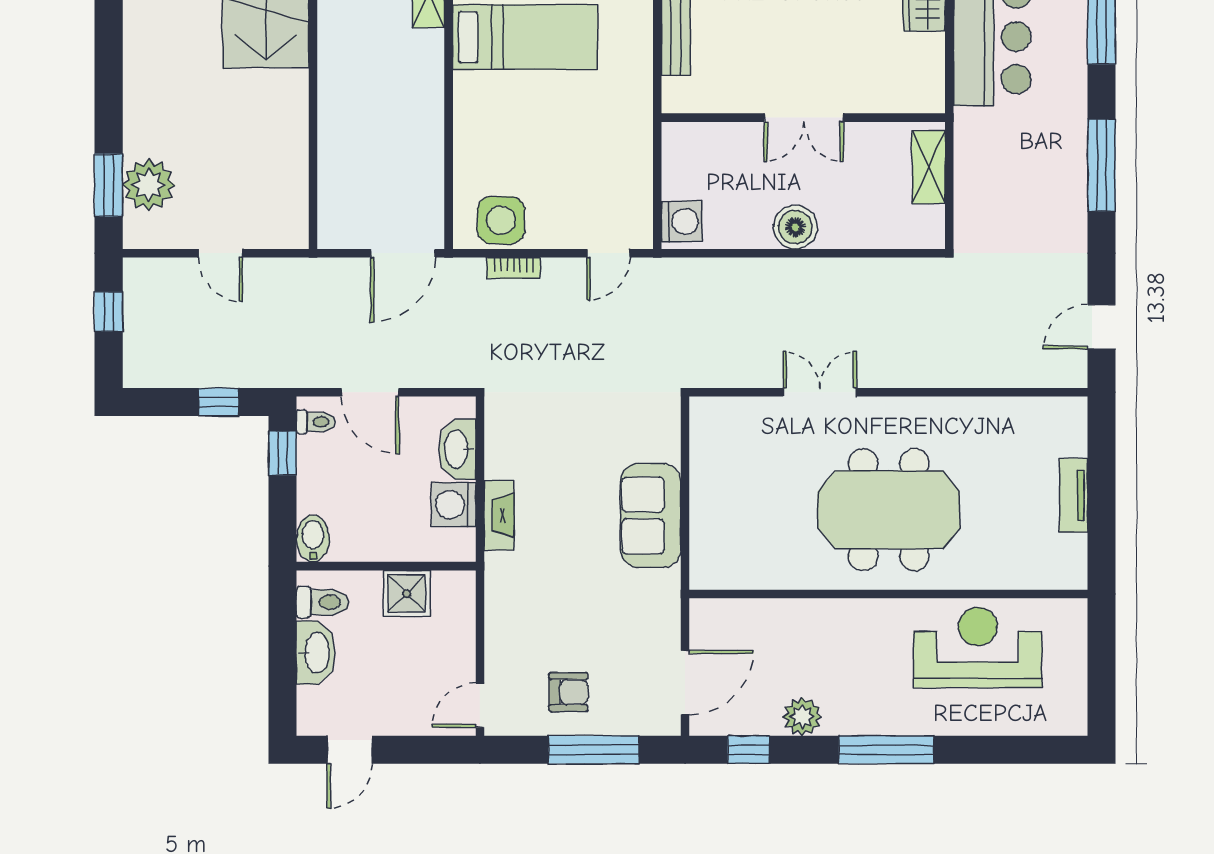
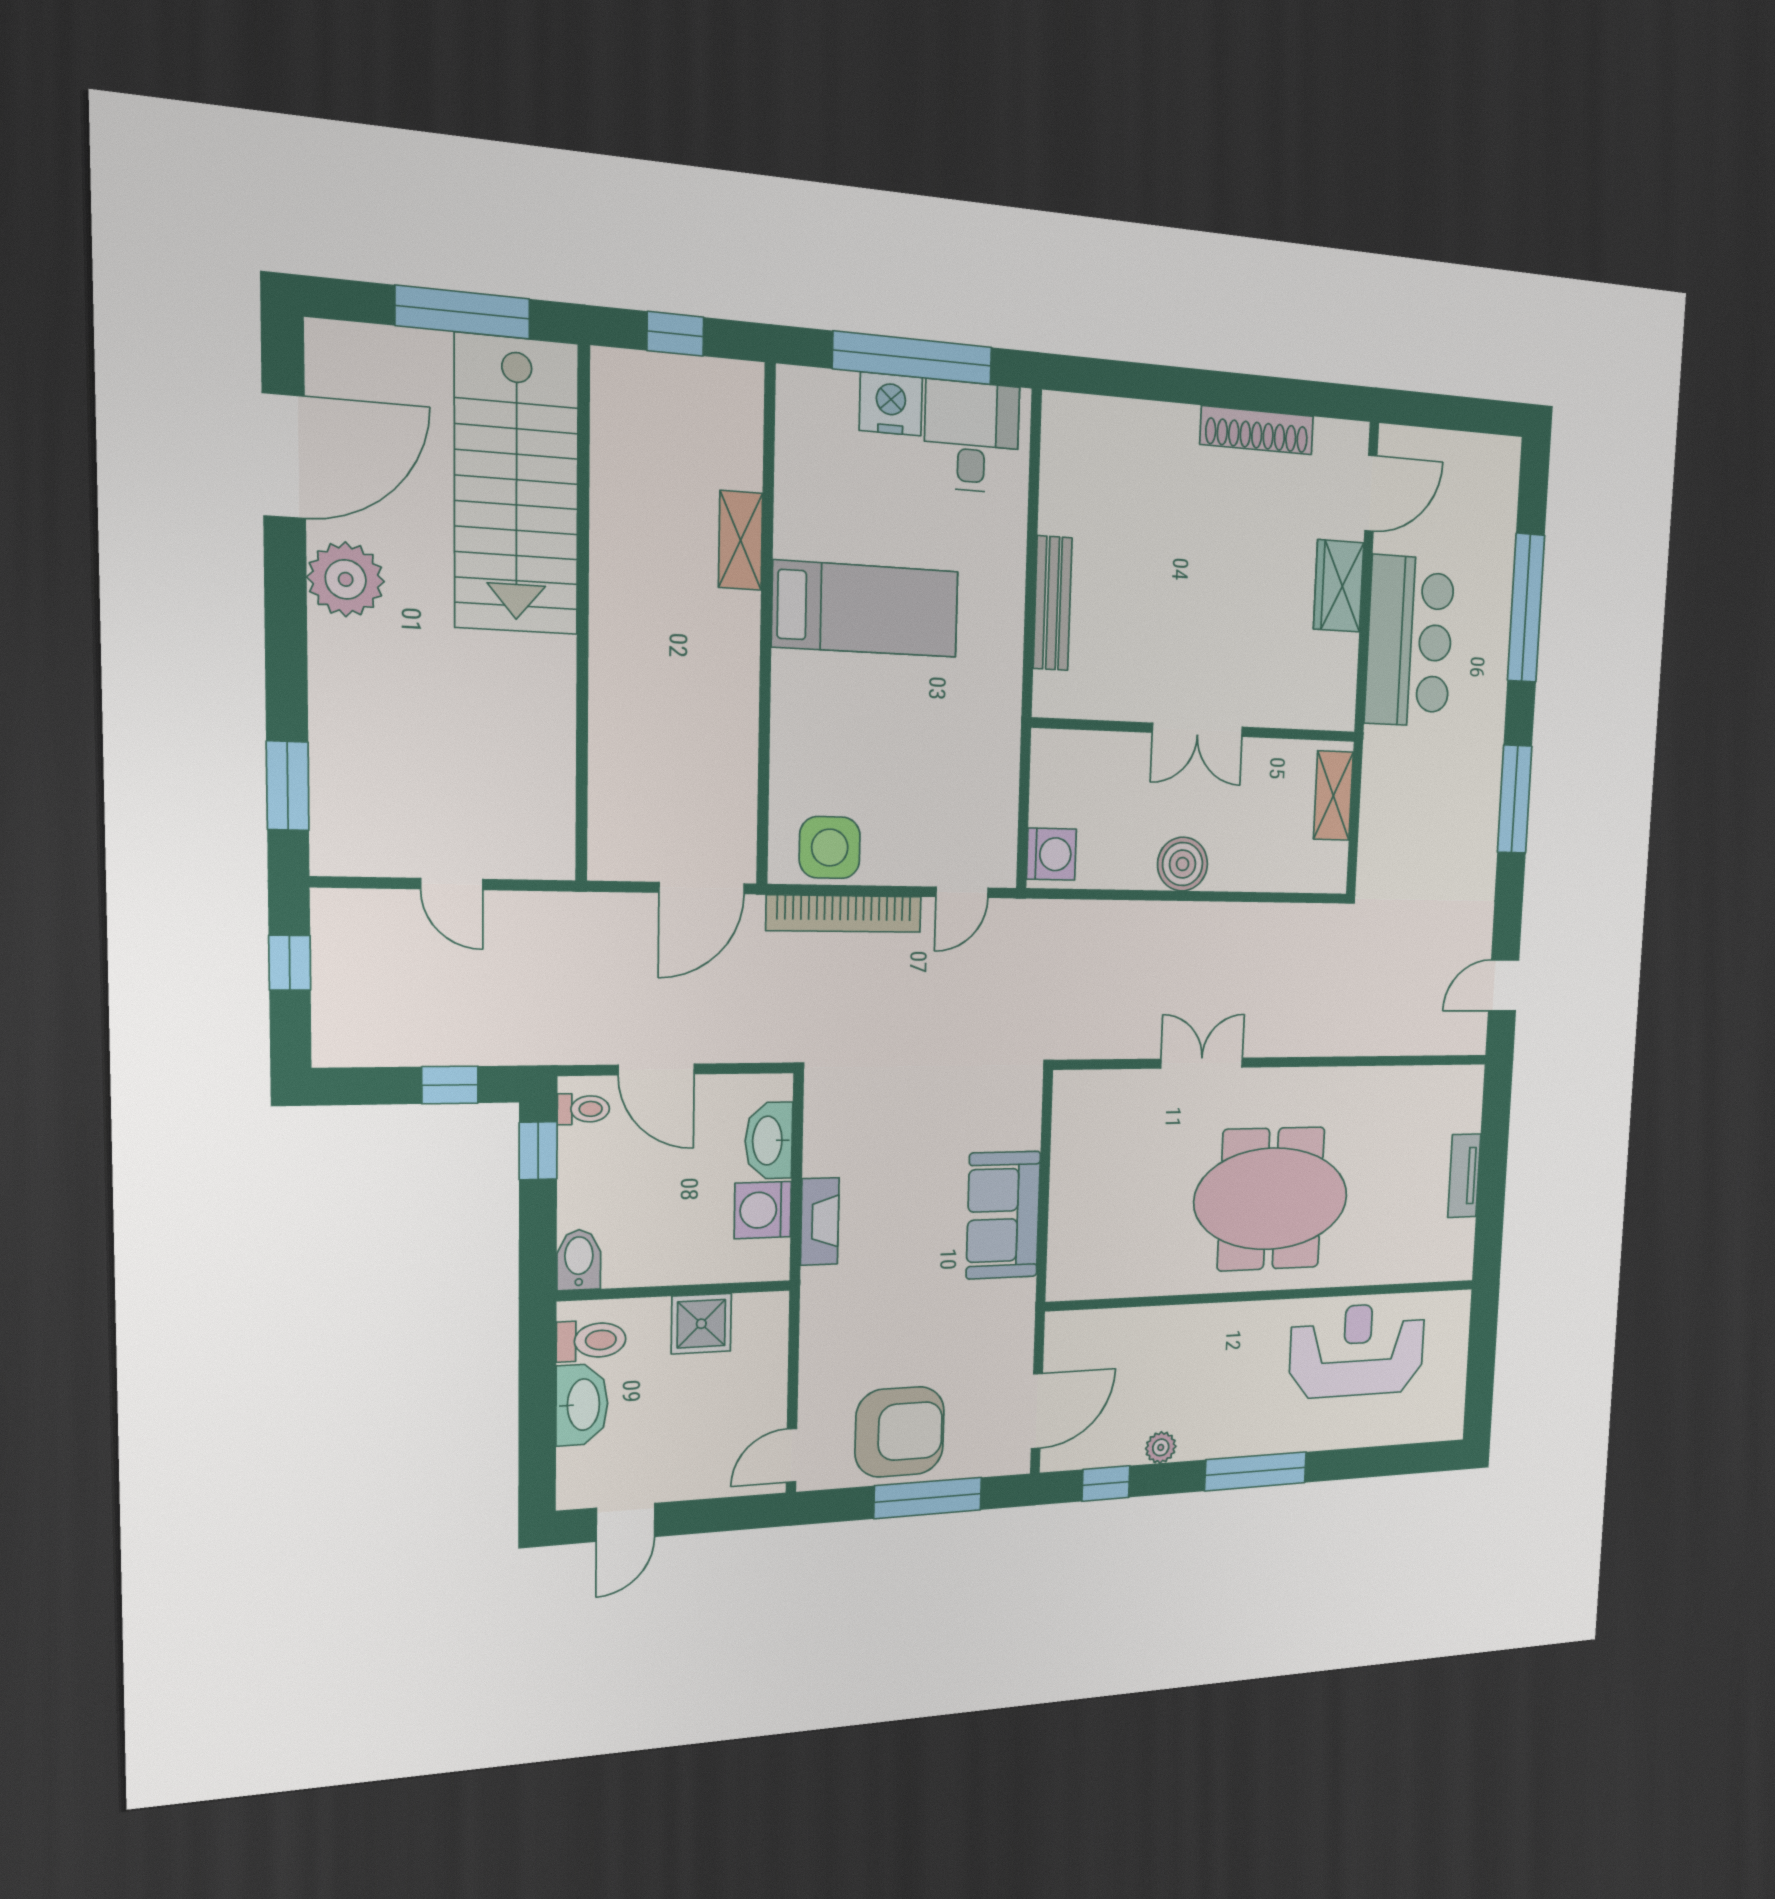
plant: (149, 185) -> (346, 579), moved
bookcase: (513, 268) -> (844, 914), width x2.31, depth x1.31
armchair: (568, 692) -> (900, 1432), width x1.88, depth x1.88
plant: (802, 717) -> (1161, 1447), width x0.73, depth x0.73

